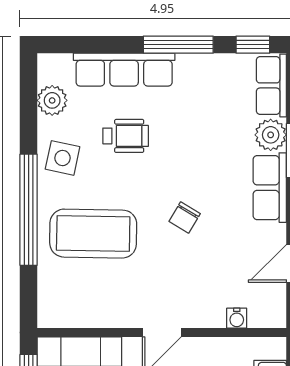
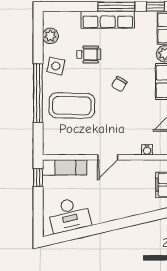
row of seats: (124, 70) -> (108, 20), moved
chair: (185, 217) -> (119, 84), moved

